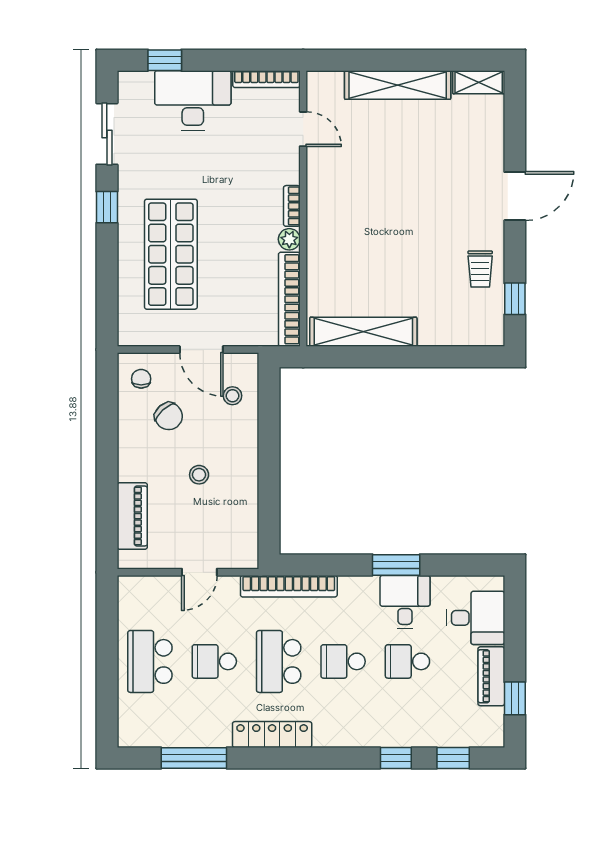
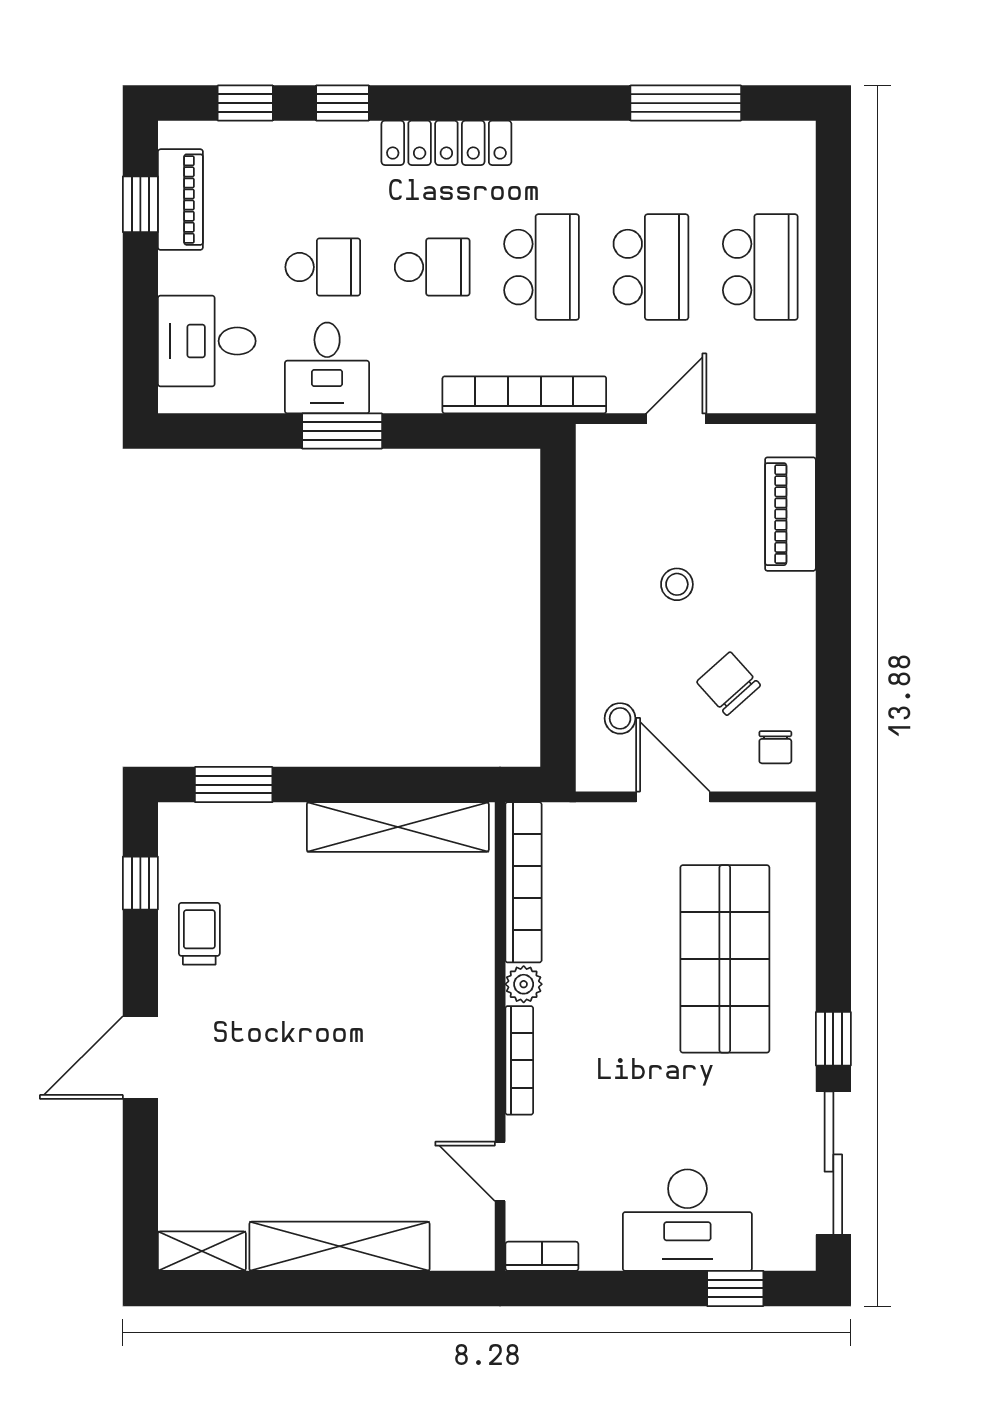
bookcase: (266, 79) -> (542, 1256), width x0.64
sliding door: (107, 134) -> (833, 1163), width x1.37
bookcase: (292, 206) -> (519, 1060), width x1.56
window: (460, 357) -> (234, 785), added
school desk: (214, 661) -> (651, 267), width x1.85
piano: (491, 676) -> (180, 200), moved
locker: (272, 735) -> (446, 143), moved

